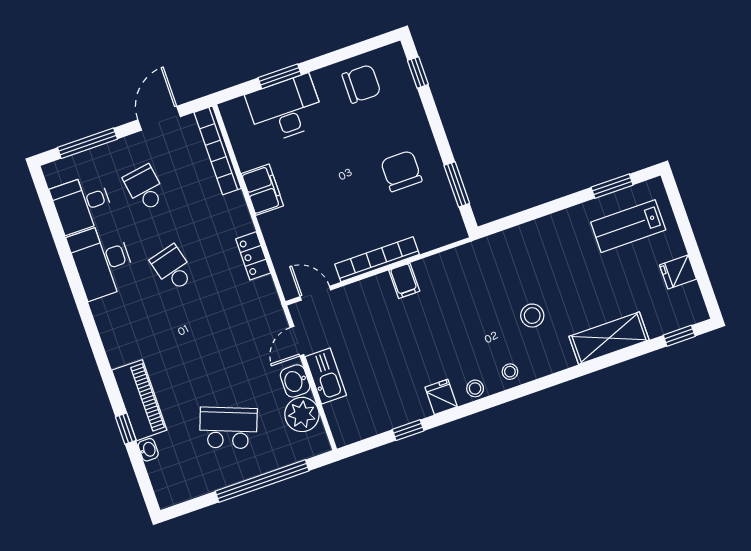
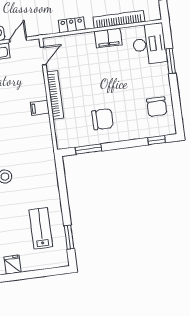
desk: (285, 109) -> (149, 44), moved
bookcase: (218, 150) -> (119, 19), moved
lab bench: (628, 226) -> (41, 228), moved
door: (297, 341) -> (18, 40), hinge flipped

